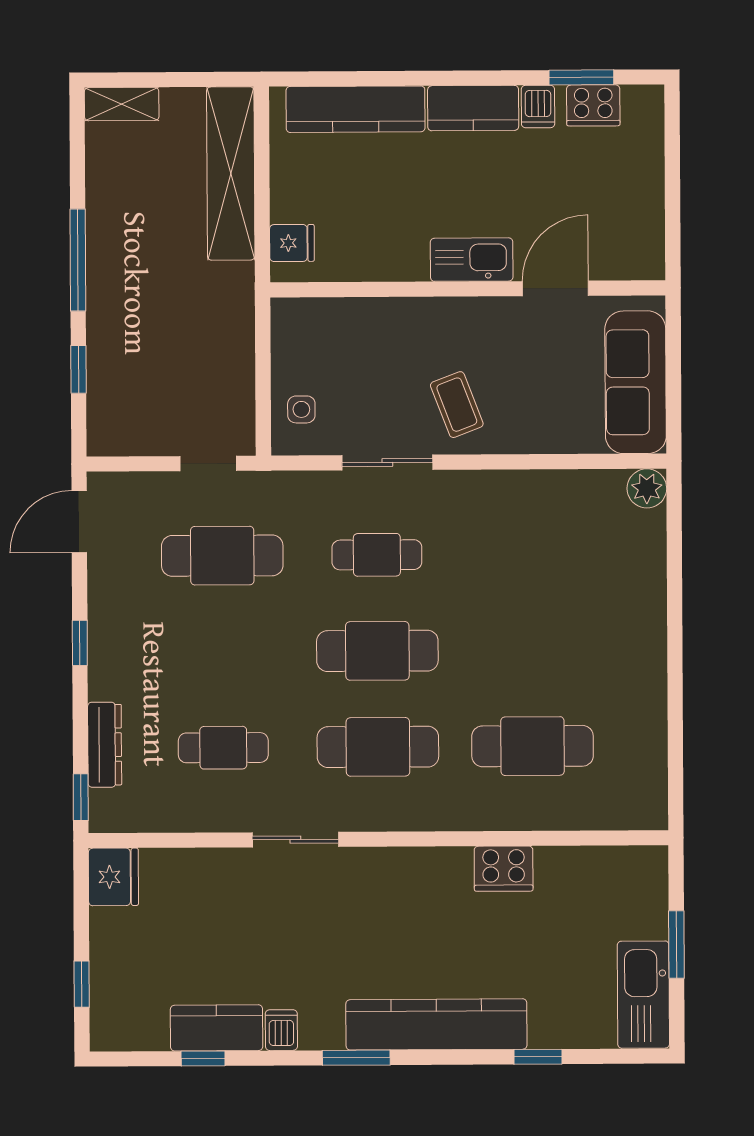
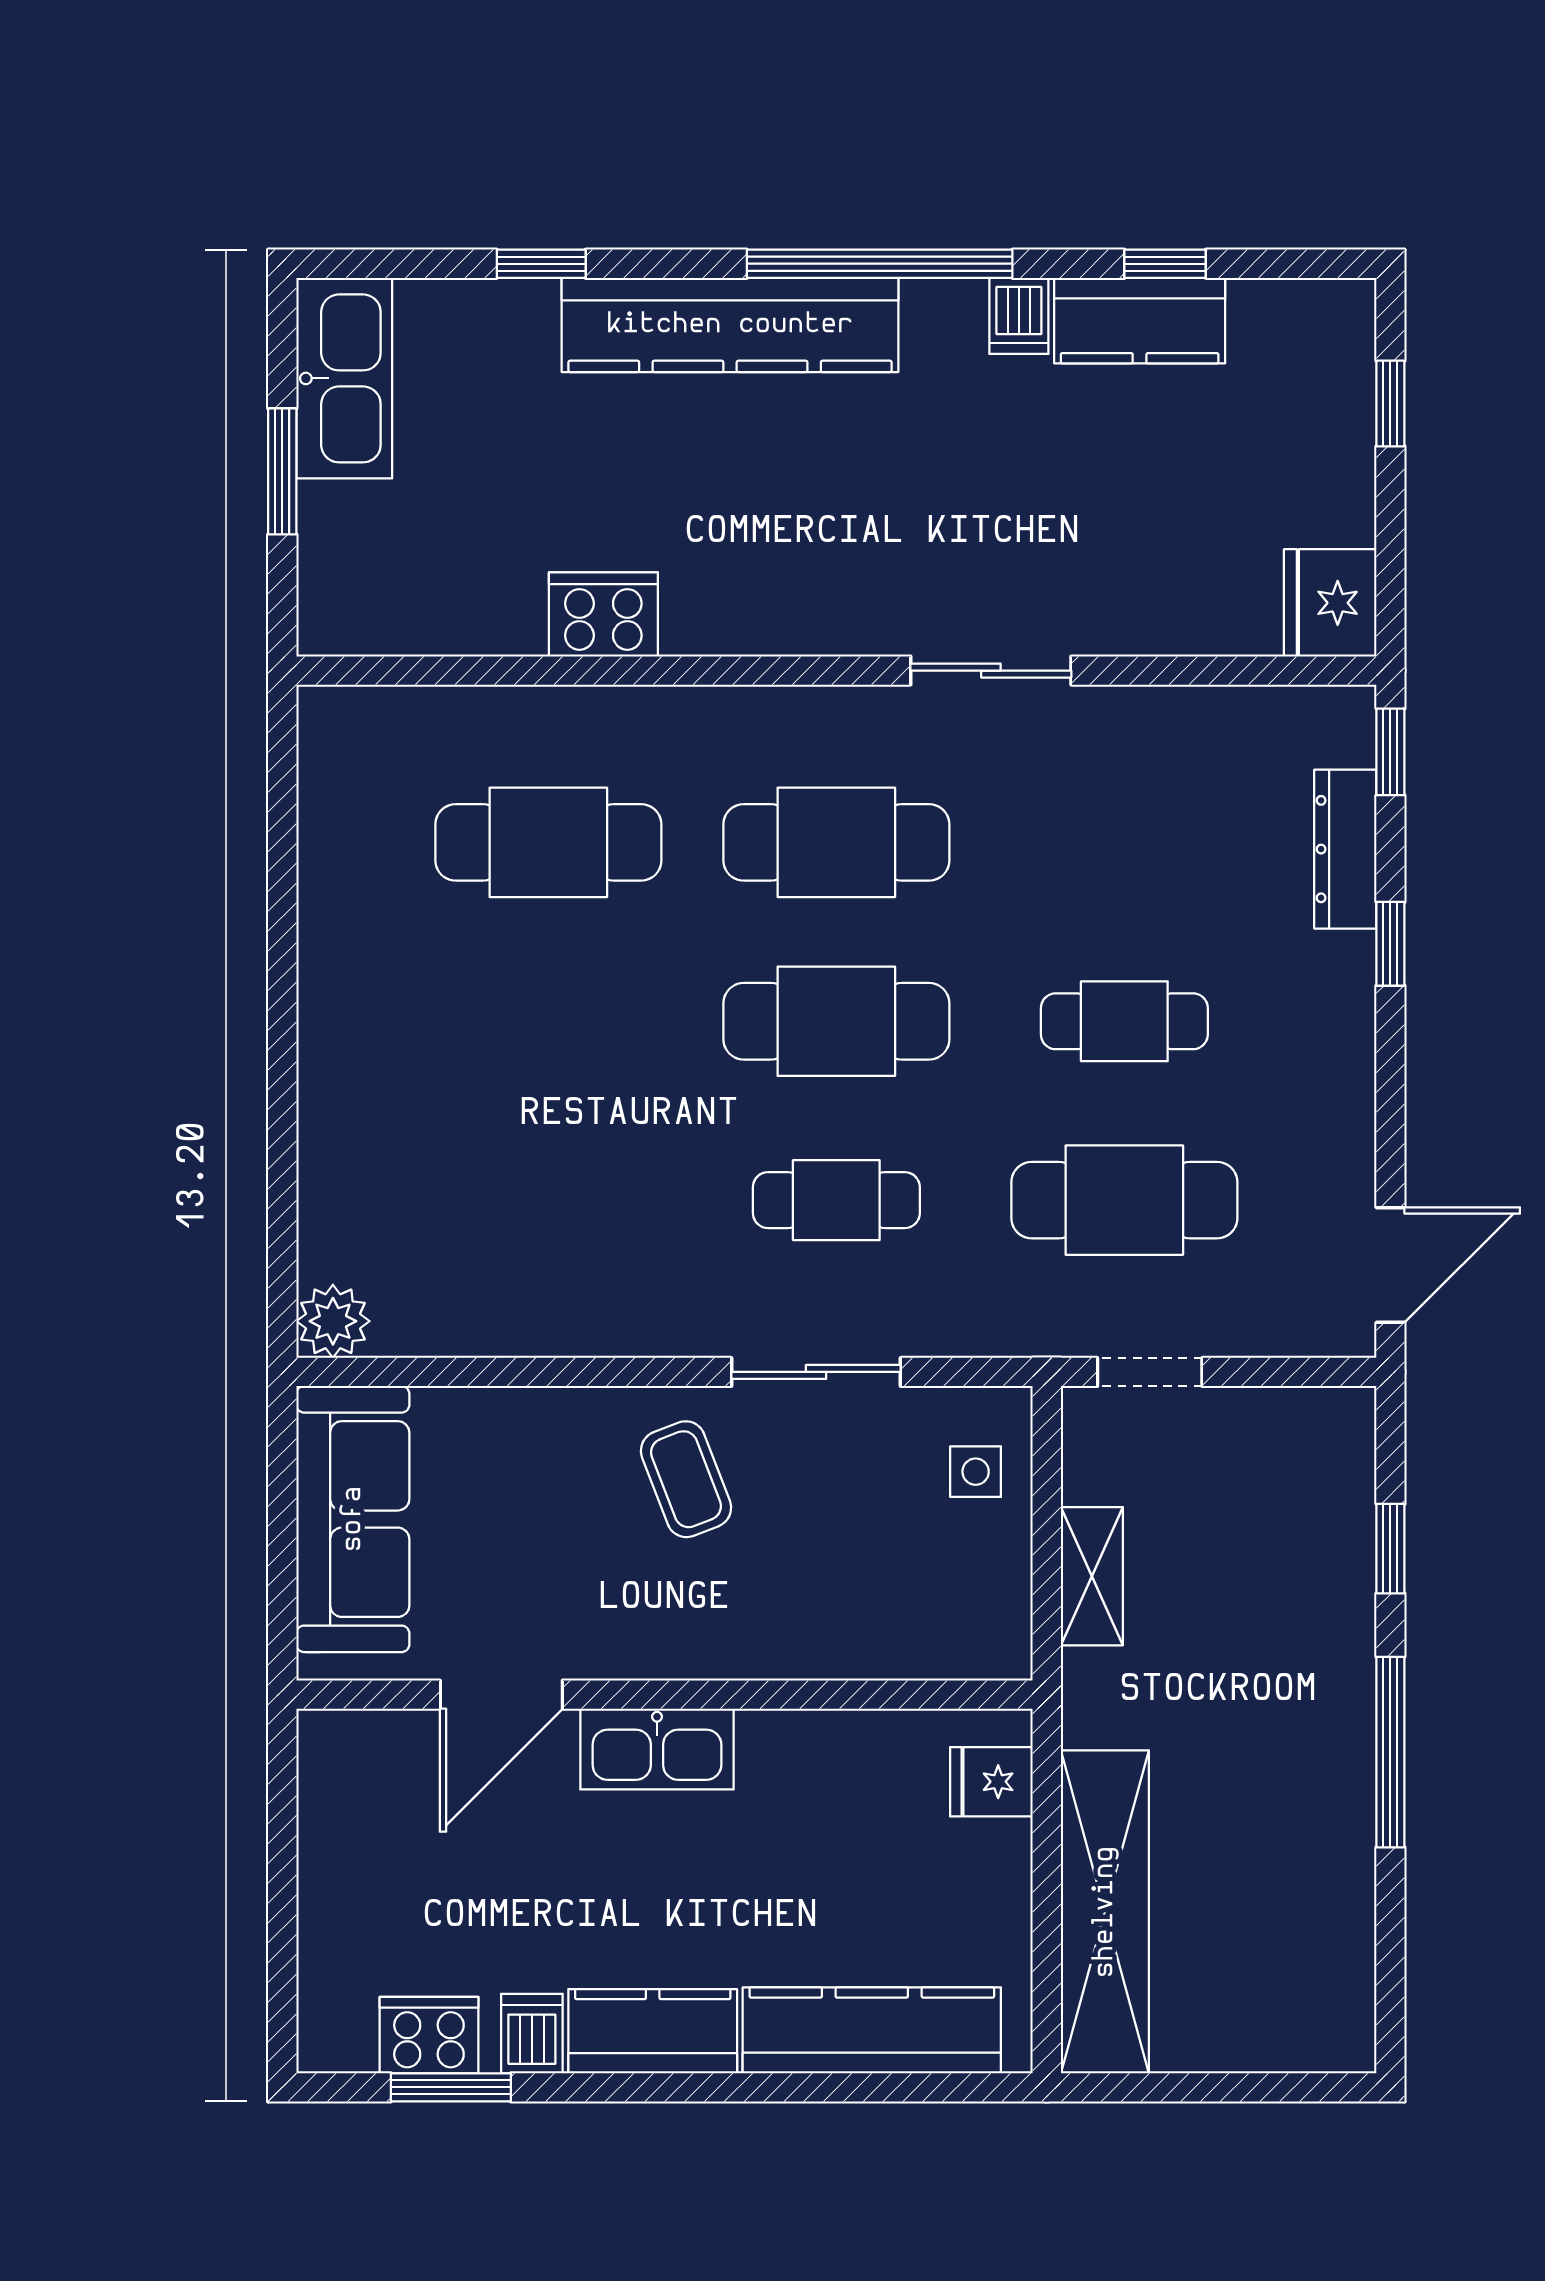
shelving: (122, 104) -> (1092, 1576), moved, turned 90
window: (80, 643) -> (1390, 944), moved
cafe table: (223, 748) -> (1124, 1021), moved
window: (356, 1058) -> (880, 264), width x2.11

